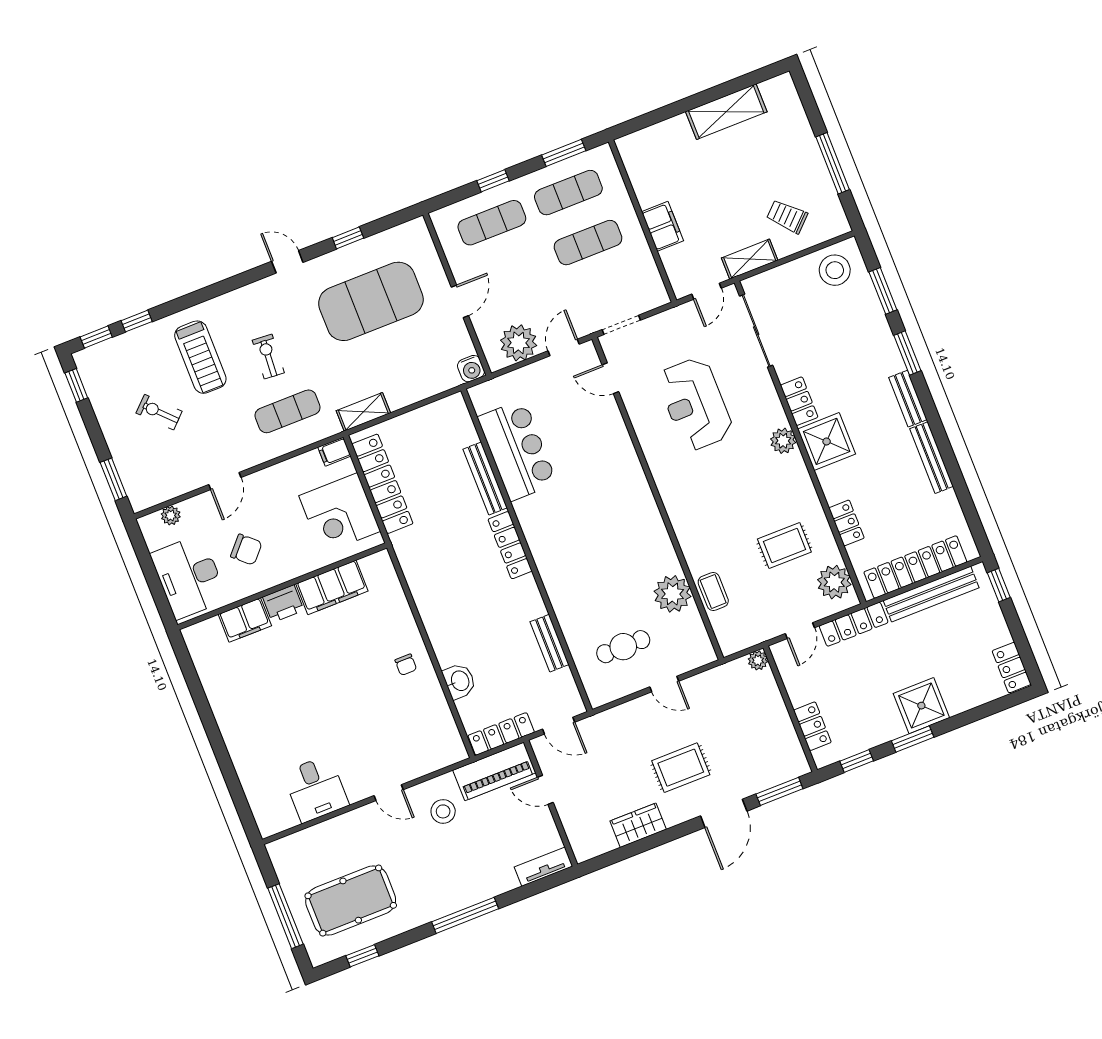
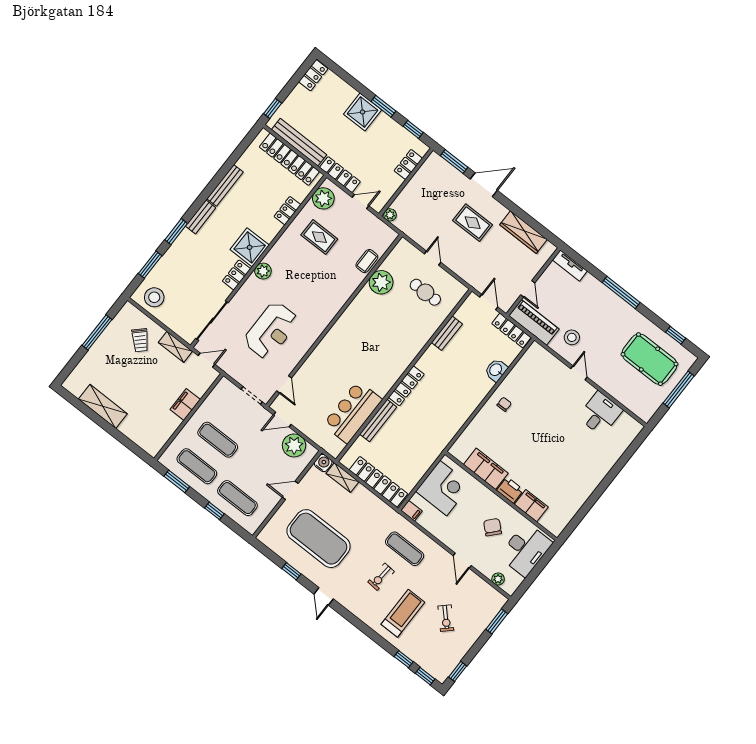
shelving: (363, 412) -> (342, 478), moved
door: (225, 481) -> (462, 561), swing flipped
locker: (382, 484) -> (378, 482), moved, turned 90
wardrobe: (638, 825) -> (523, 232), width x1.50

